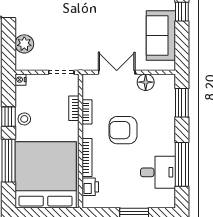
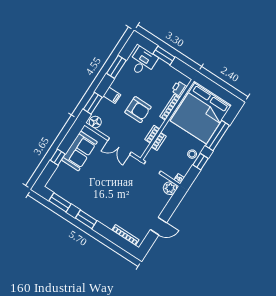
plant: (24, 44) -> (170, 188), moved
floor lamp: (146, 82) -> (95, 122), moved
filing cabinet: (165, 127) -> (112, 95), added
window: (182, 164) -> (116, 67), width x0.69
desk: (158, 172) -> (143, 62), moved, turned 90

